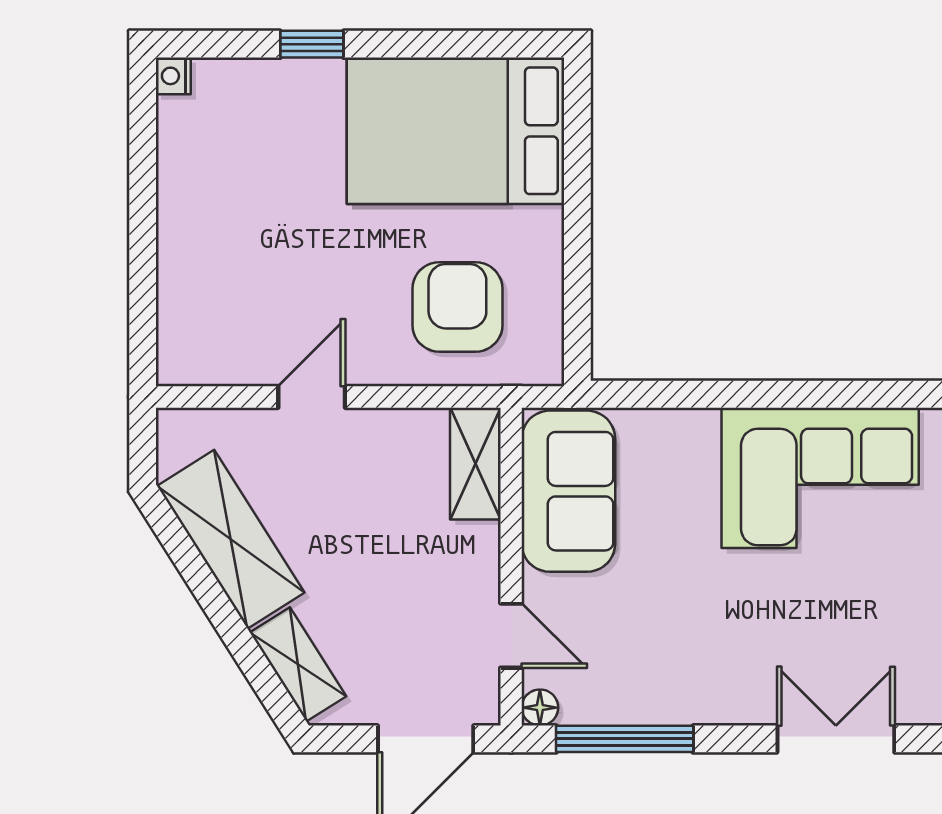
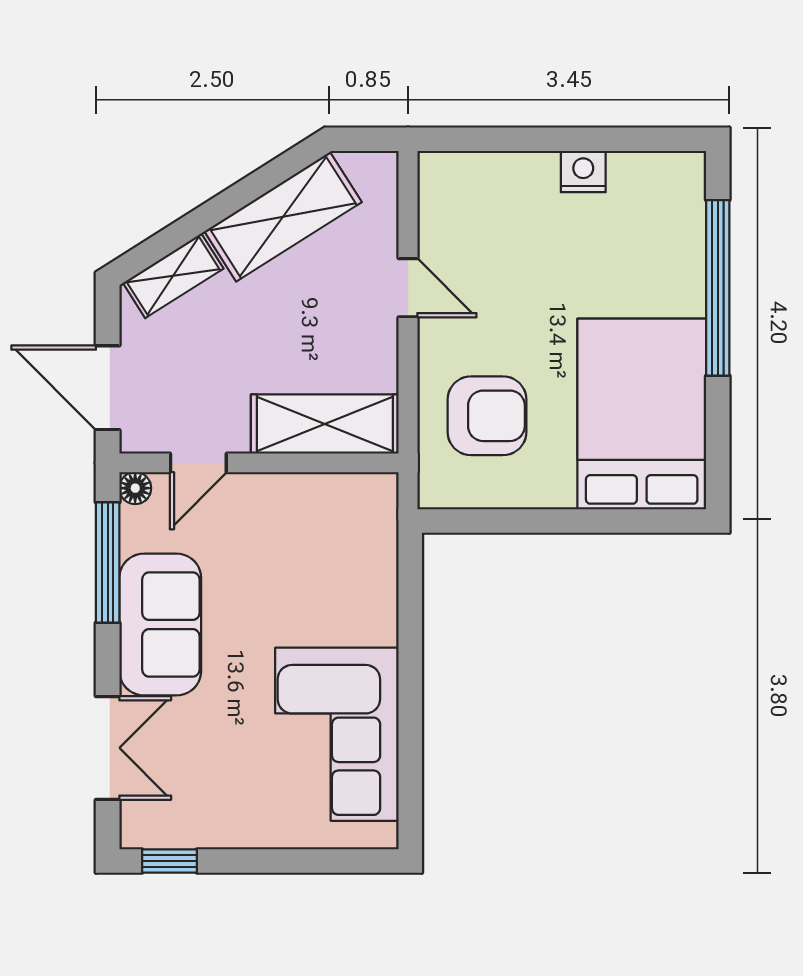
window: (312, 44) -> (718, 288), width x3.17
nightstand: (173, 76) -> (583, 172), moved, width x1.39, depth x1.35
shelving: (475, 464) -> (325, 424), width x1.50, depth x1.33
sofa: (568, 491) -> (160, 625), moved, turned -90

